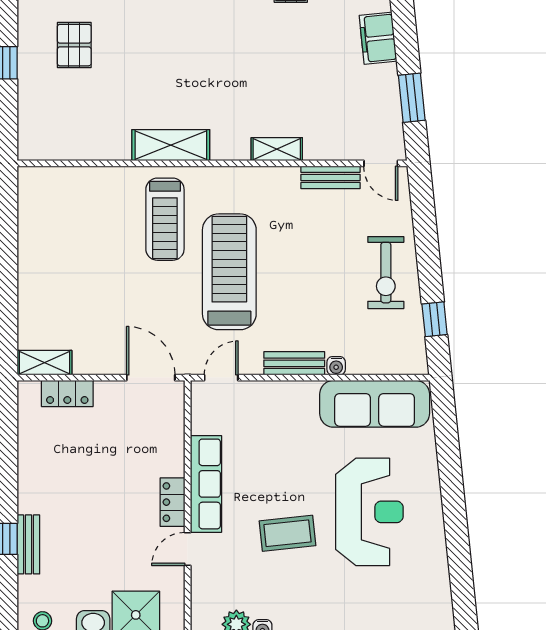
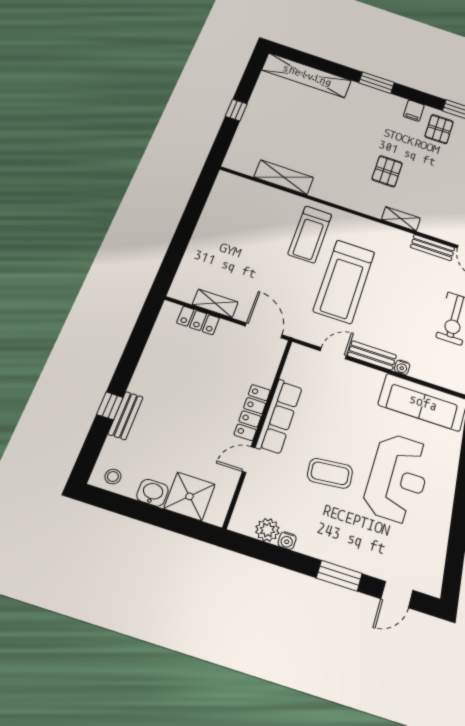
pallet: (74, 45) -> (387, 171), moved
shelving: (171, 145) -> (284, 177), moved
treadmill: (229, 272) -> (344, 281), turned 180
shelving: (44, 363) -> (215, 303), moved
door: (221, 378) -> (333, 353), moved
locker: (173, 502) -> (252, 412), width x1.53

